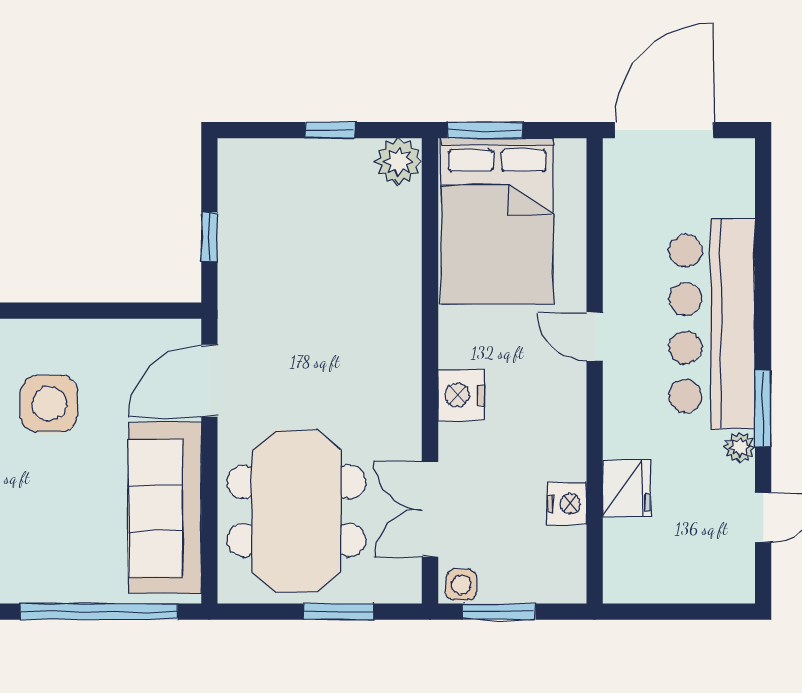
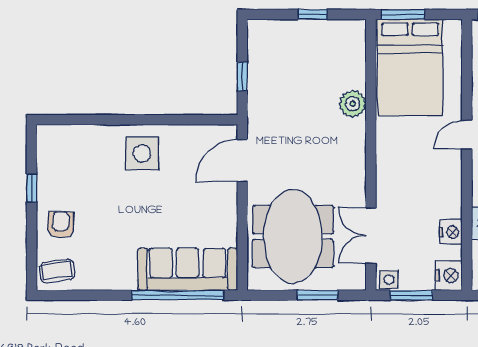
plant: (399, 161) -> (353, 104), moved
door: (595, 337) -> (467, 135), hinge flipped
nightstand: (461, 395) -> (449, 276), moved, turned 180
side table: (49, 404) -> (142, 154), moved
sofa: (165, 508) -> (188, 269), moved, turned 90

